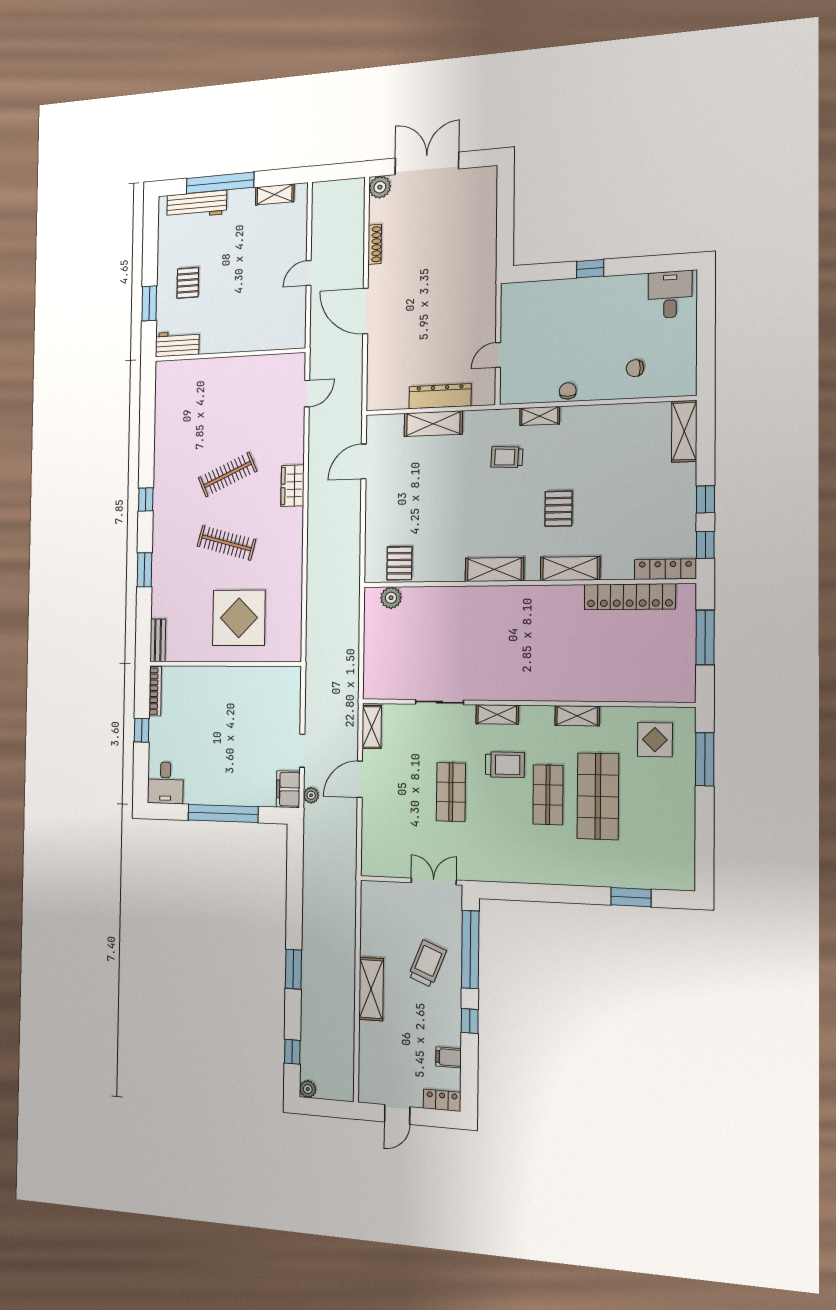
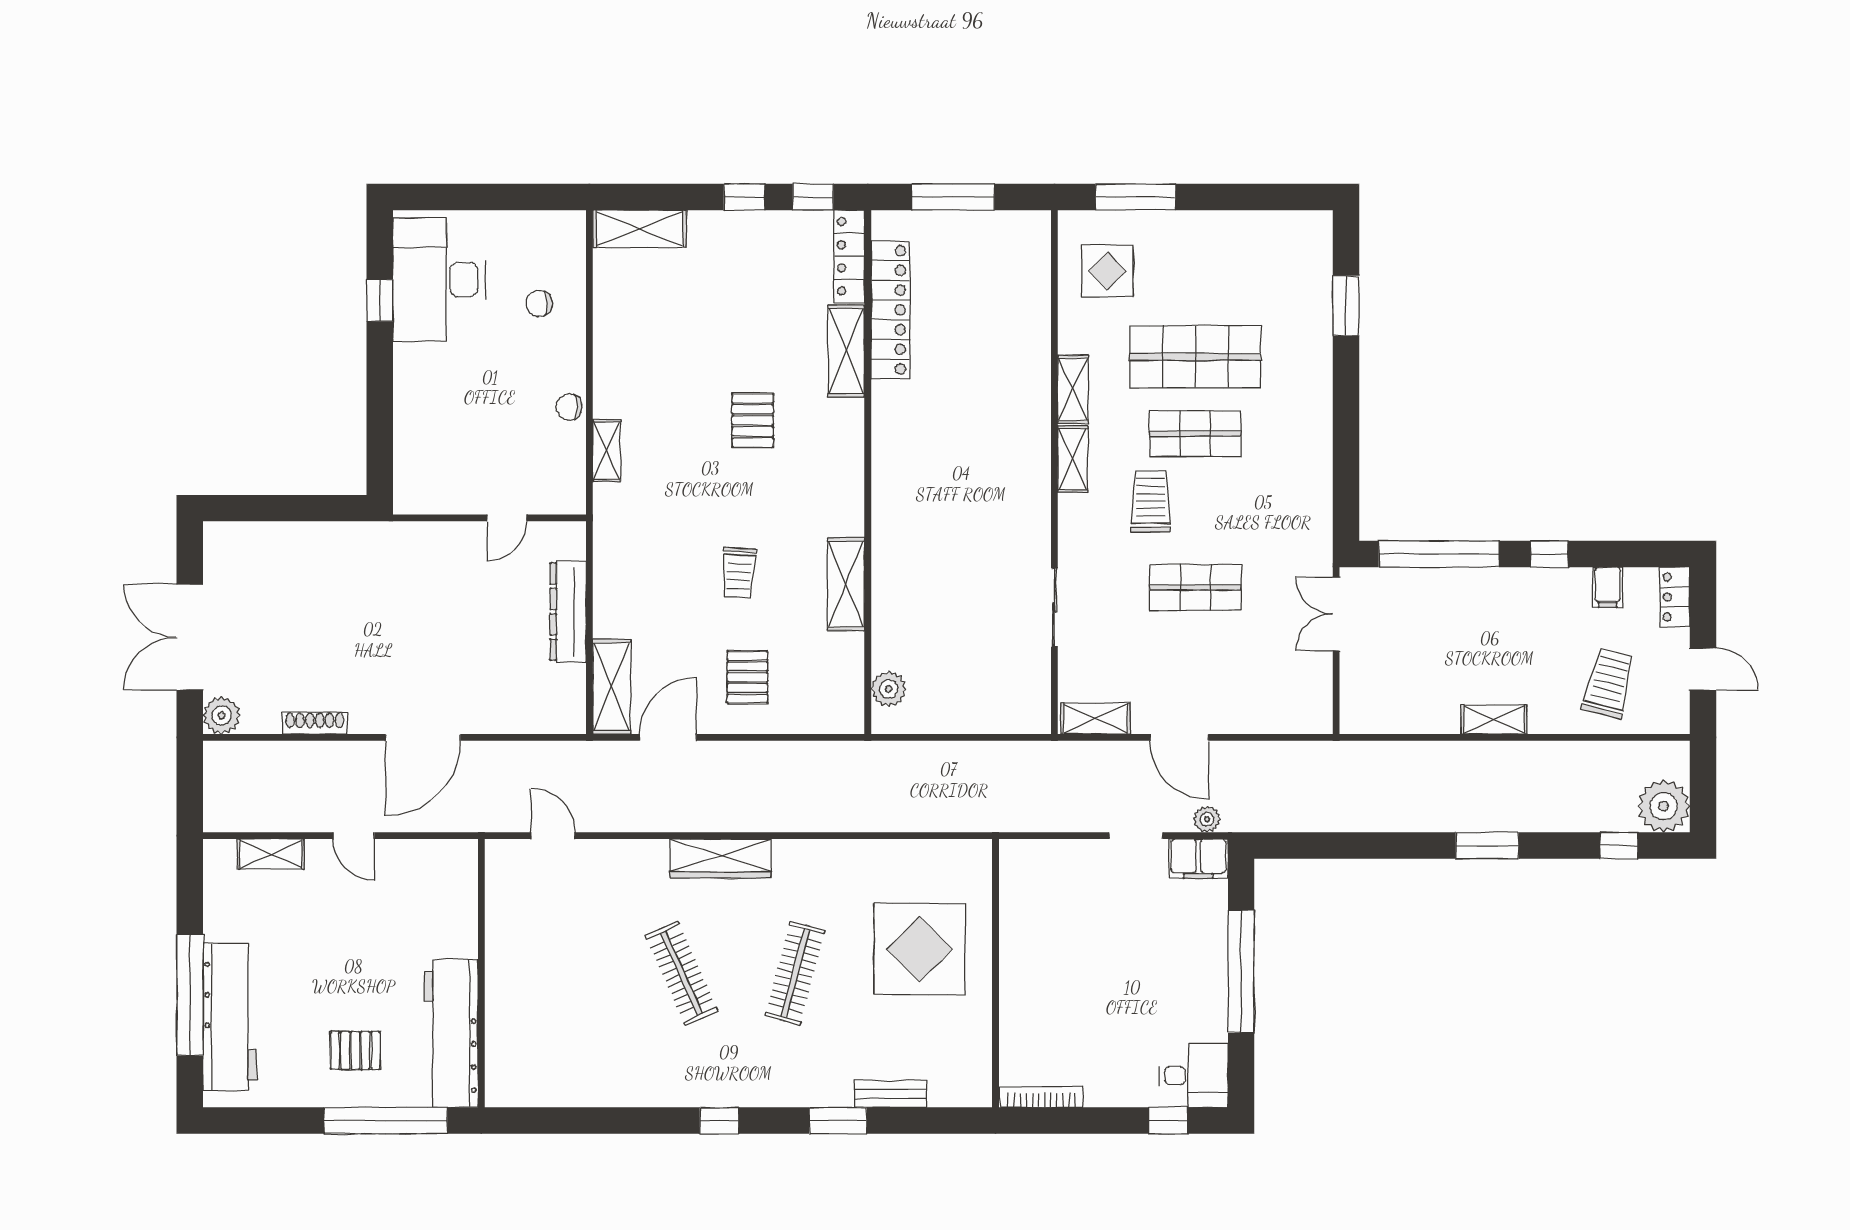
shelving: (275, 194) -> (271, 854), moved, turned 90
workbench: (197, 205) -> (230, 1017), width x1.36, depth x1.32
window: (590, 269) -> (380, 300), moved
desk: (670, 294) -> (439, 279), width x1.87, depth x1.30
window: (149, 303) -> (386, 1121), width x2.11
workbench: (177, 344) -> (451, 1033), width x1.88, depth x1.32
door: (498, 355) -> (507, 518), hinge flipped
chair: (635, 368) -> (539, 304), turned 90
shelving: (433, 424) -> (612, 687), moved
trolley: (507, 457) -> (739, 573), moved
door: (364, 461) -> (668, 737), swing flipped
wardrobe: (293, 486) -> (720, 859), width x1.50
pallet: (558, 509) -> (753, 420), turned 90
pallet: (399, 563) -> (747, 677), moved, turned 90
shelving: (570, 569) -> (846, 351), moved
shelving: (494, 570) -> (846, 584), moved
bench: (158, 640) -> (890, 1094), moved
shelving: (497, 714) -> (1073, 459), moved
window: (142, 730) -> (1168, 1121), moved
trolley: (427, 963) -> (1609, 683), moved, turned 82
shelving: (371, 989) -> (1494, 719), width x0.67, depth x0.75
plant: (308, 1089) -> (1664, 806), width x1.88, depth x1.88

